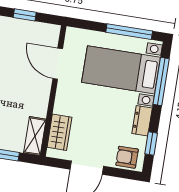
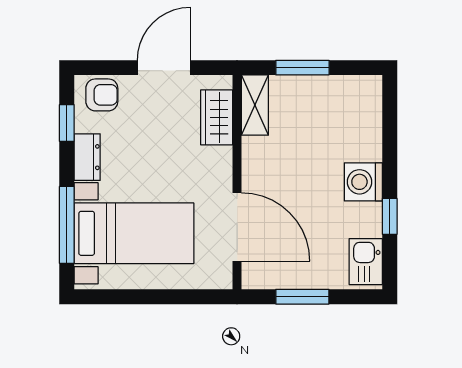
window: (25, 15) -> (302, 297), width x1.50
window: (129, 32) -> (131, 297), removed
door: (58, 64) -> (237, 227), width x1.36

